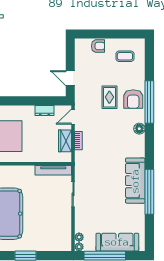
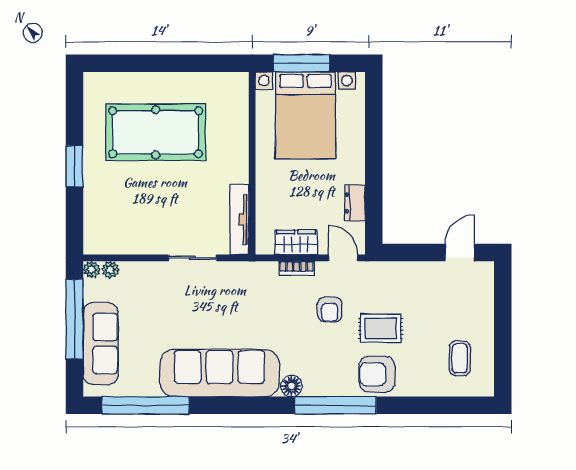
armchair: (98, 46) -> (330, 309), moved
door: (70, 78) -> (460, 253), moved
window: (149, 102) -> (335, 405), moved
floor lamp: (139, 129) -> (291, 386), moved
sofa: (135, 181) -> (219, 373), width x1.36, depth x1.27
window: (149, 192) -> (145, 405), moved

